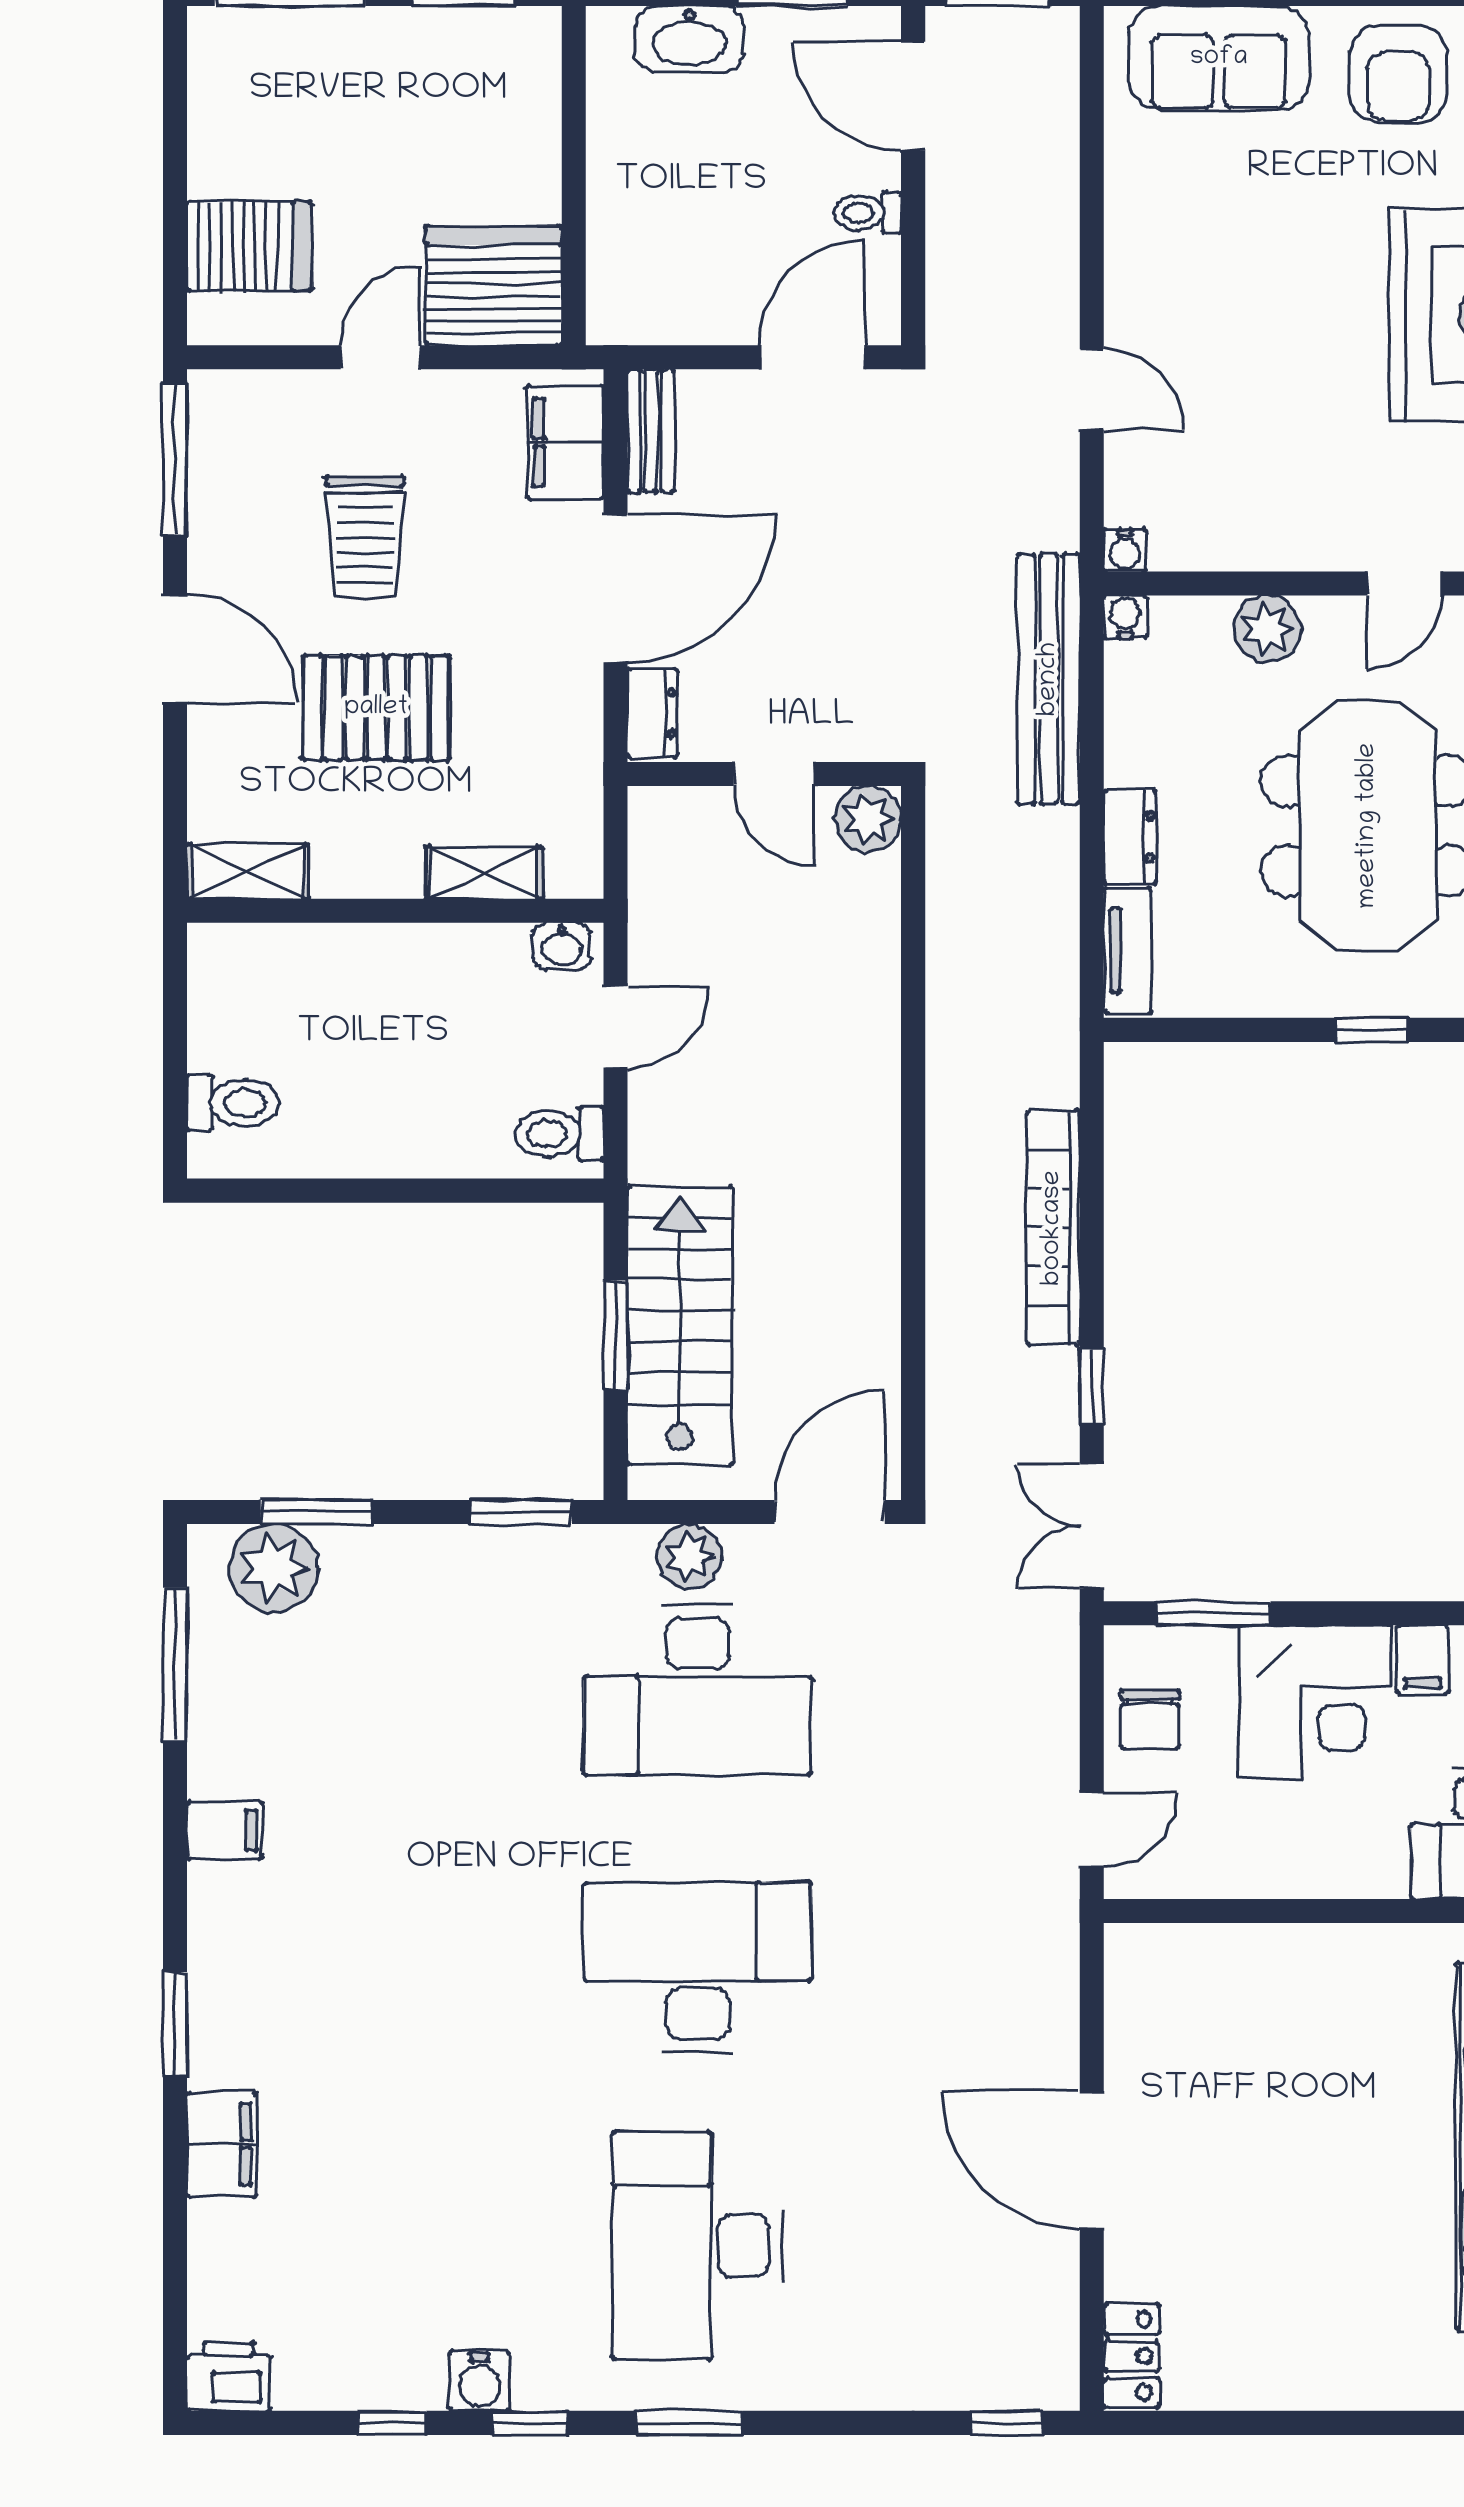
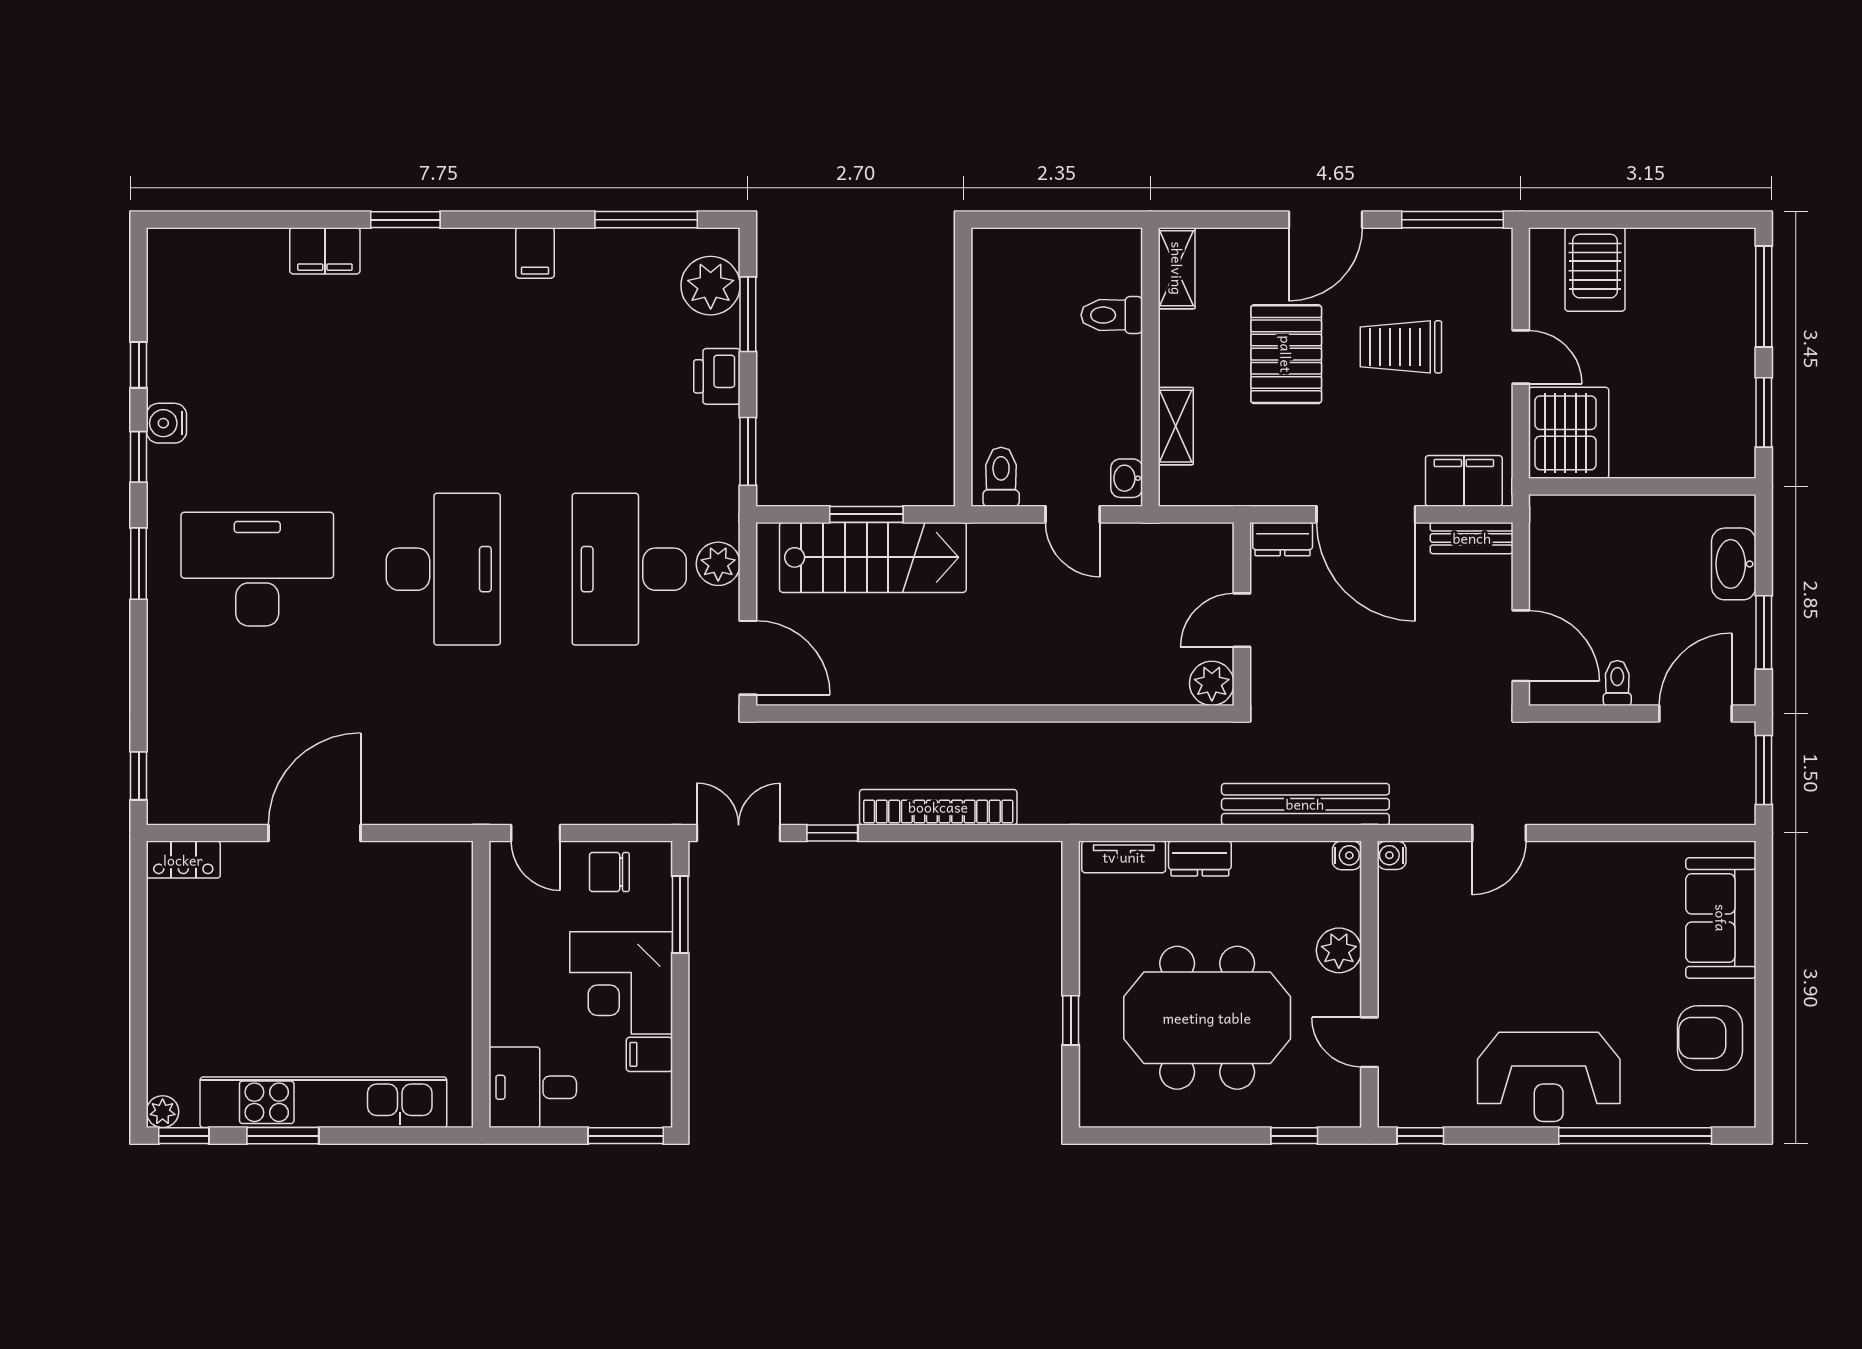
toilet: (233, 1103) -> (1112, 315), moved, turned 90
printer: (229, 2376) -> (717, 376), moved, turned 180

